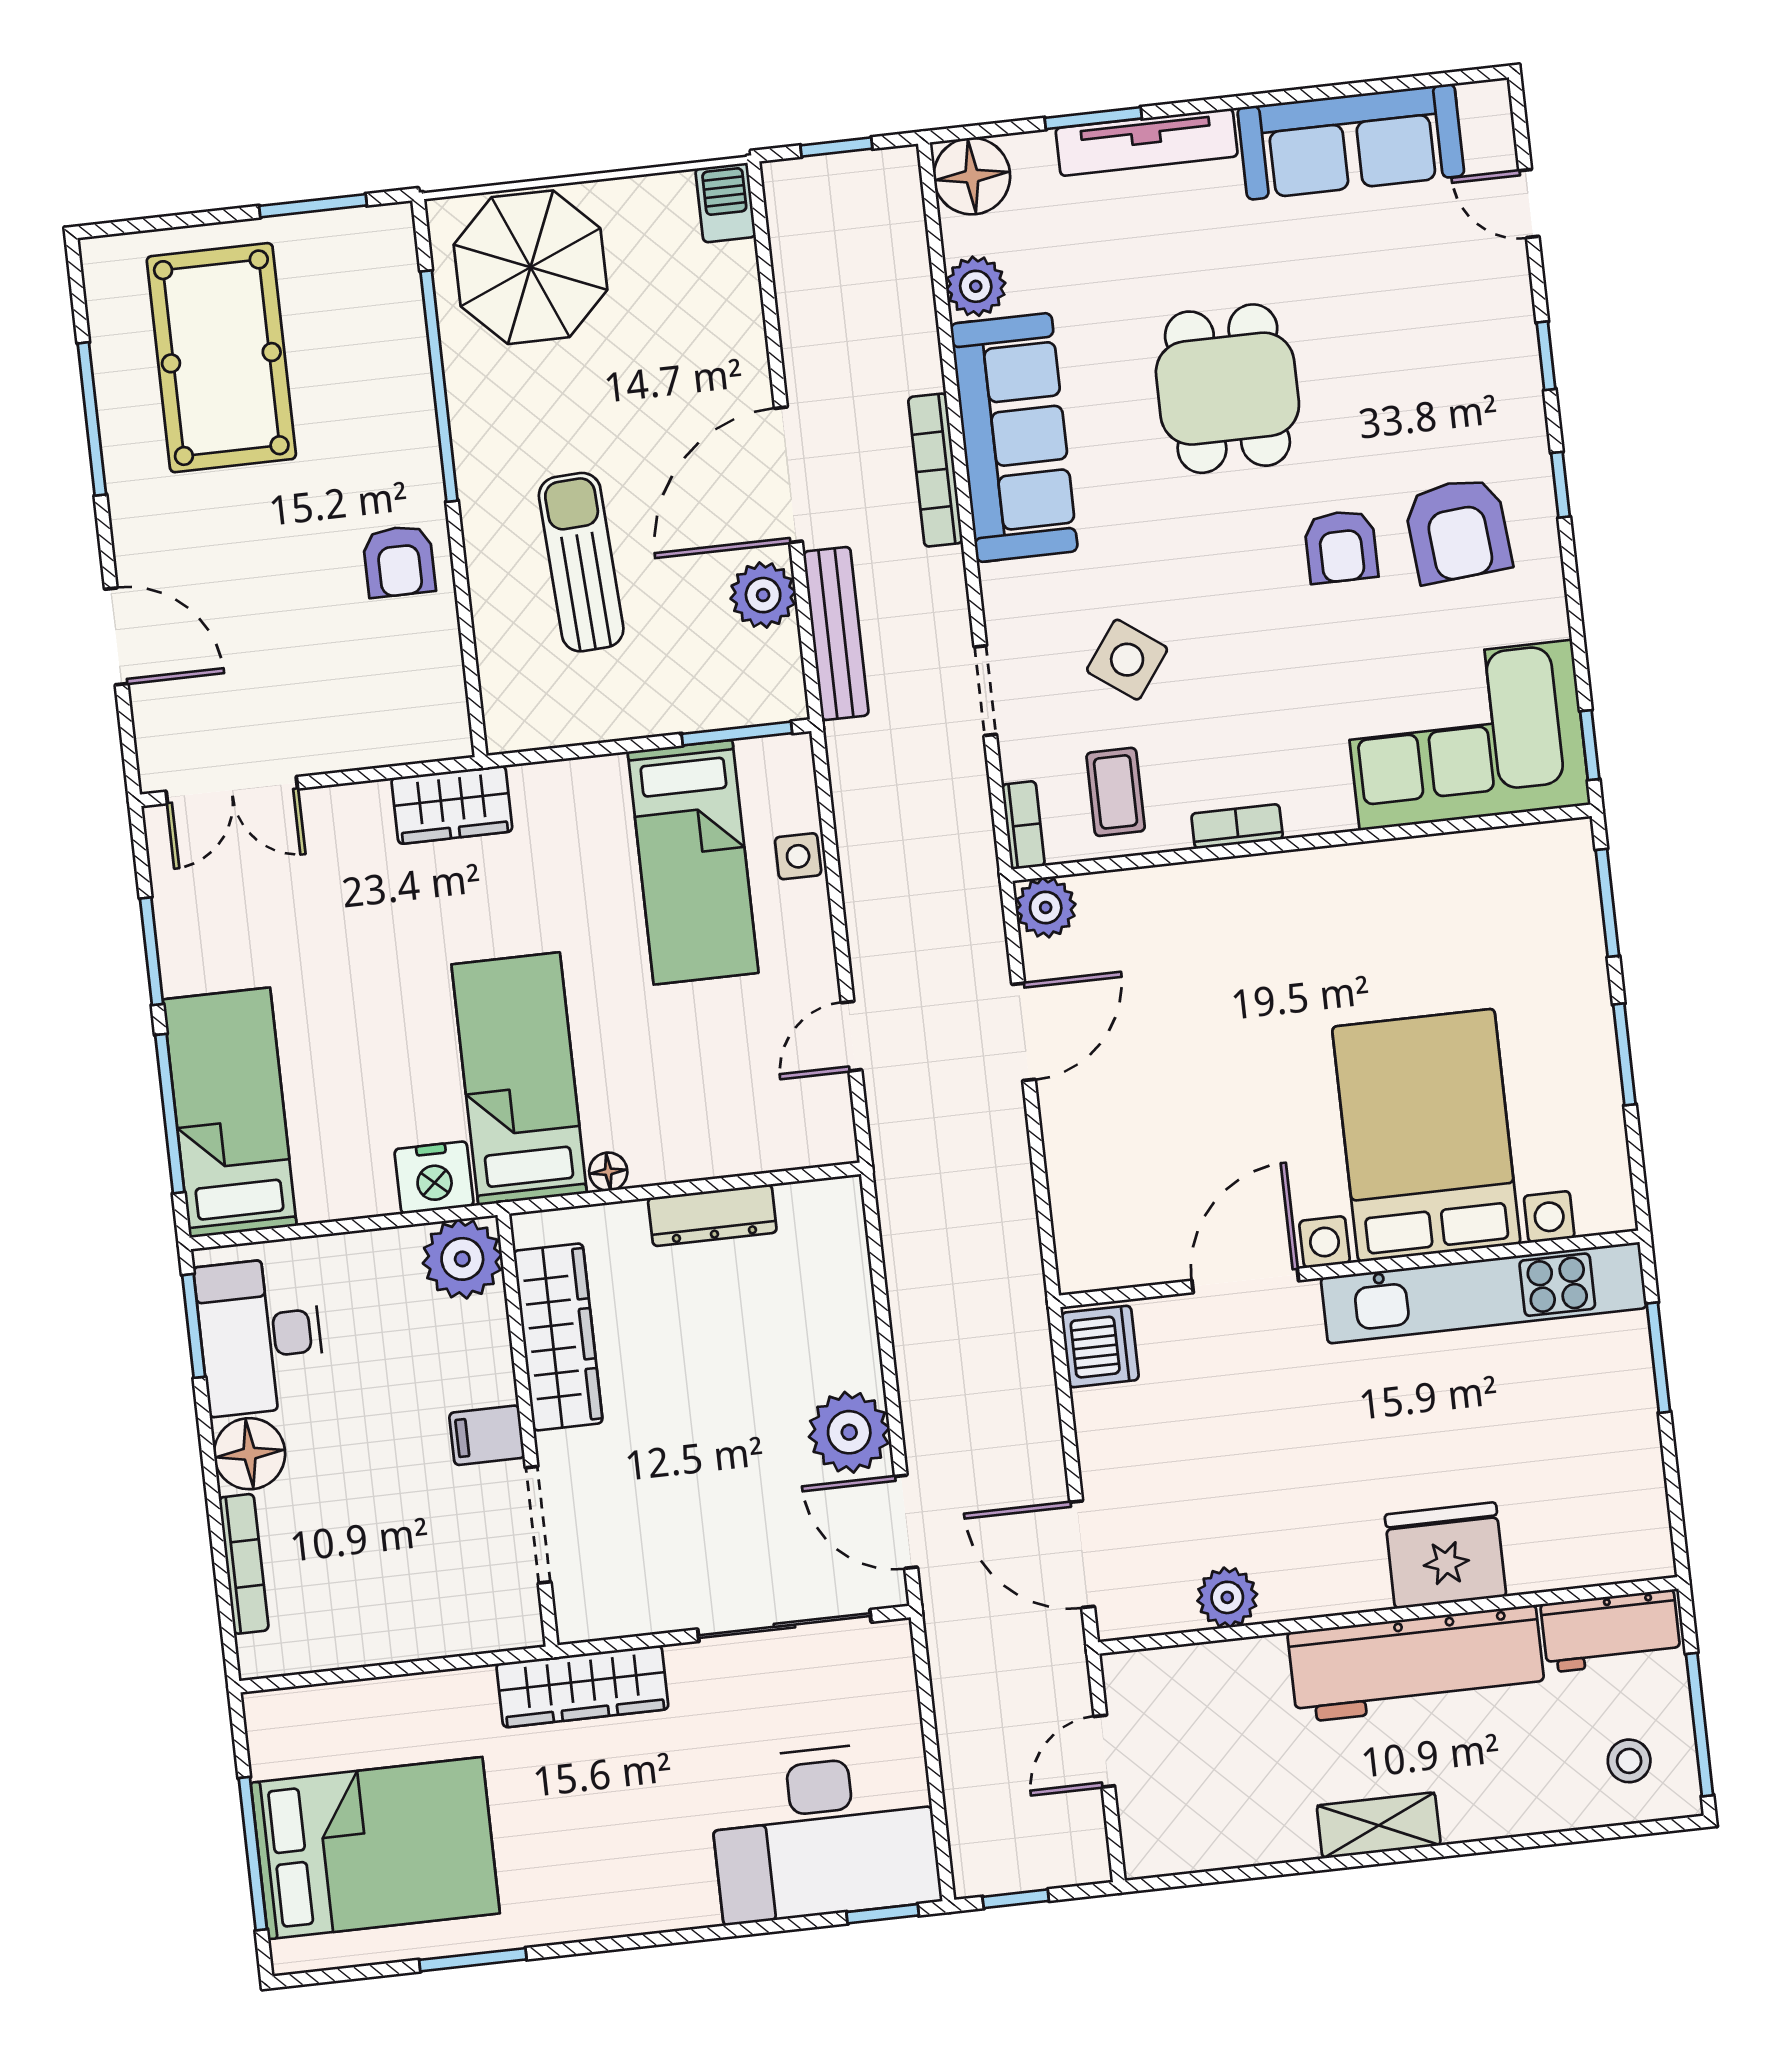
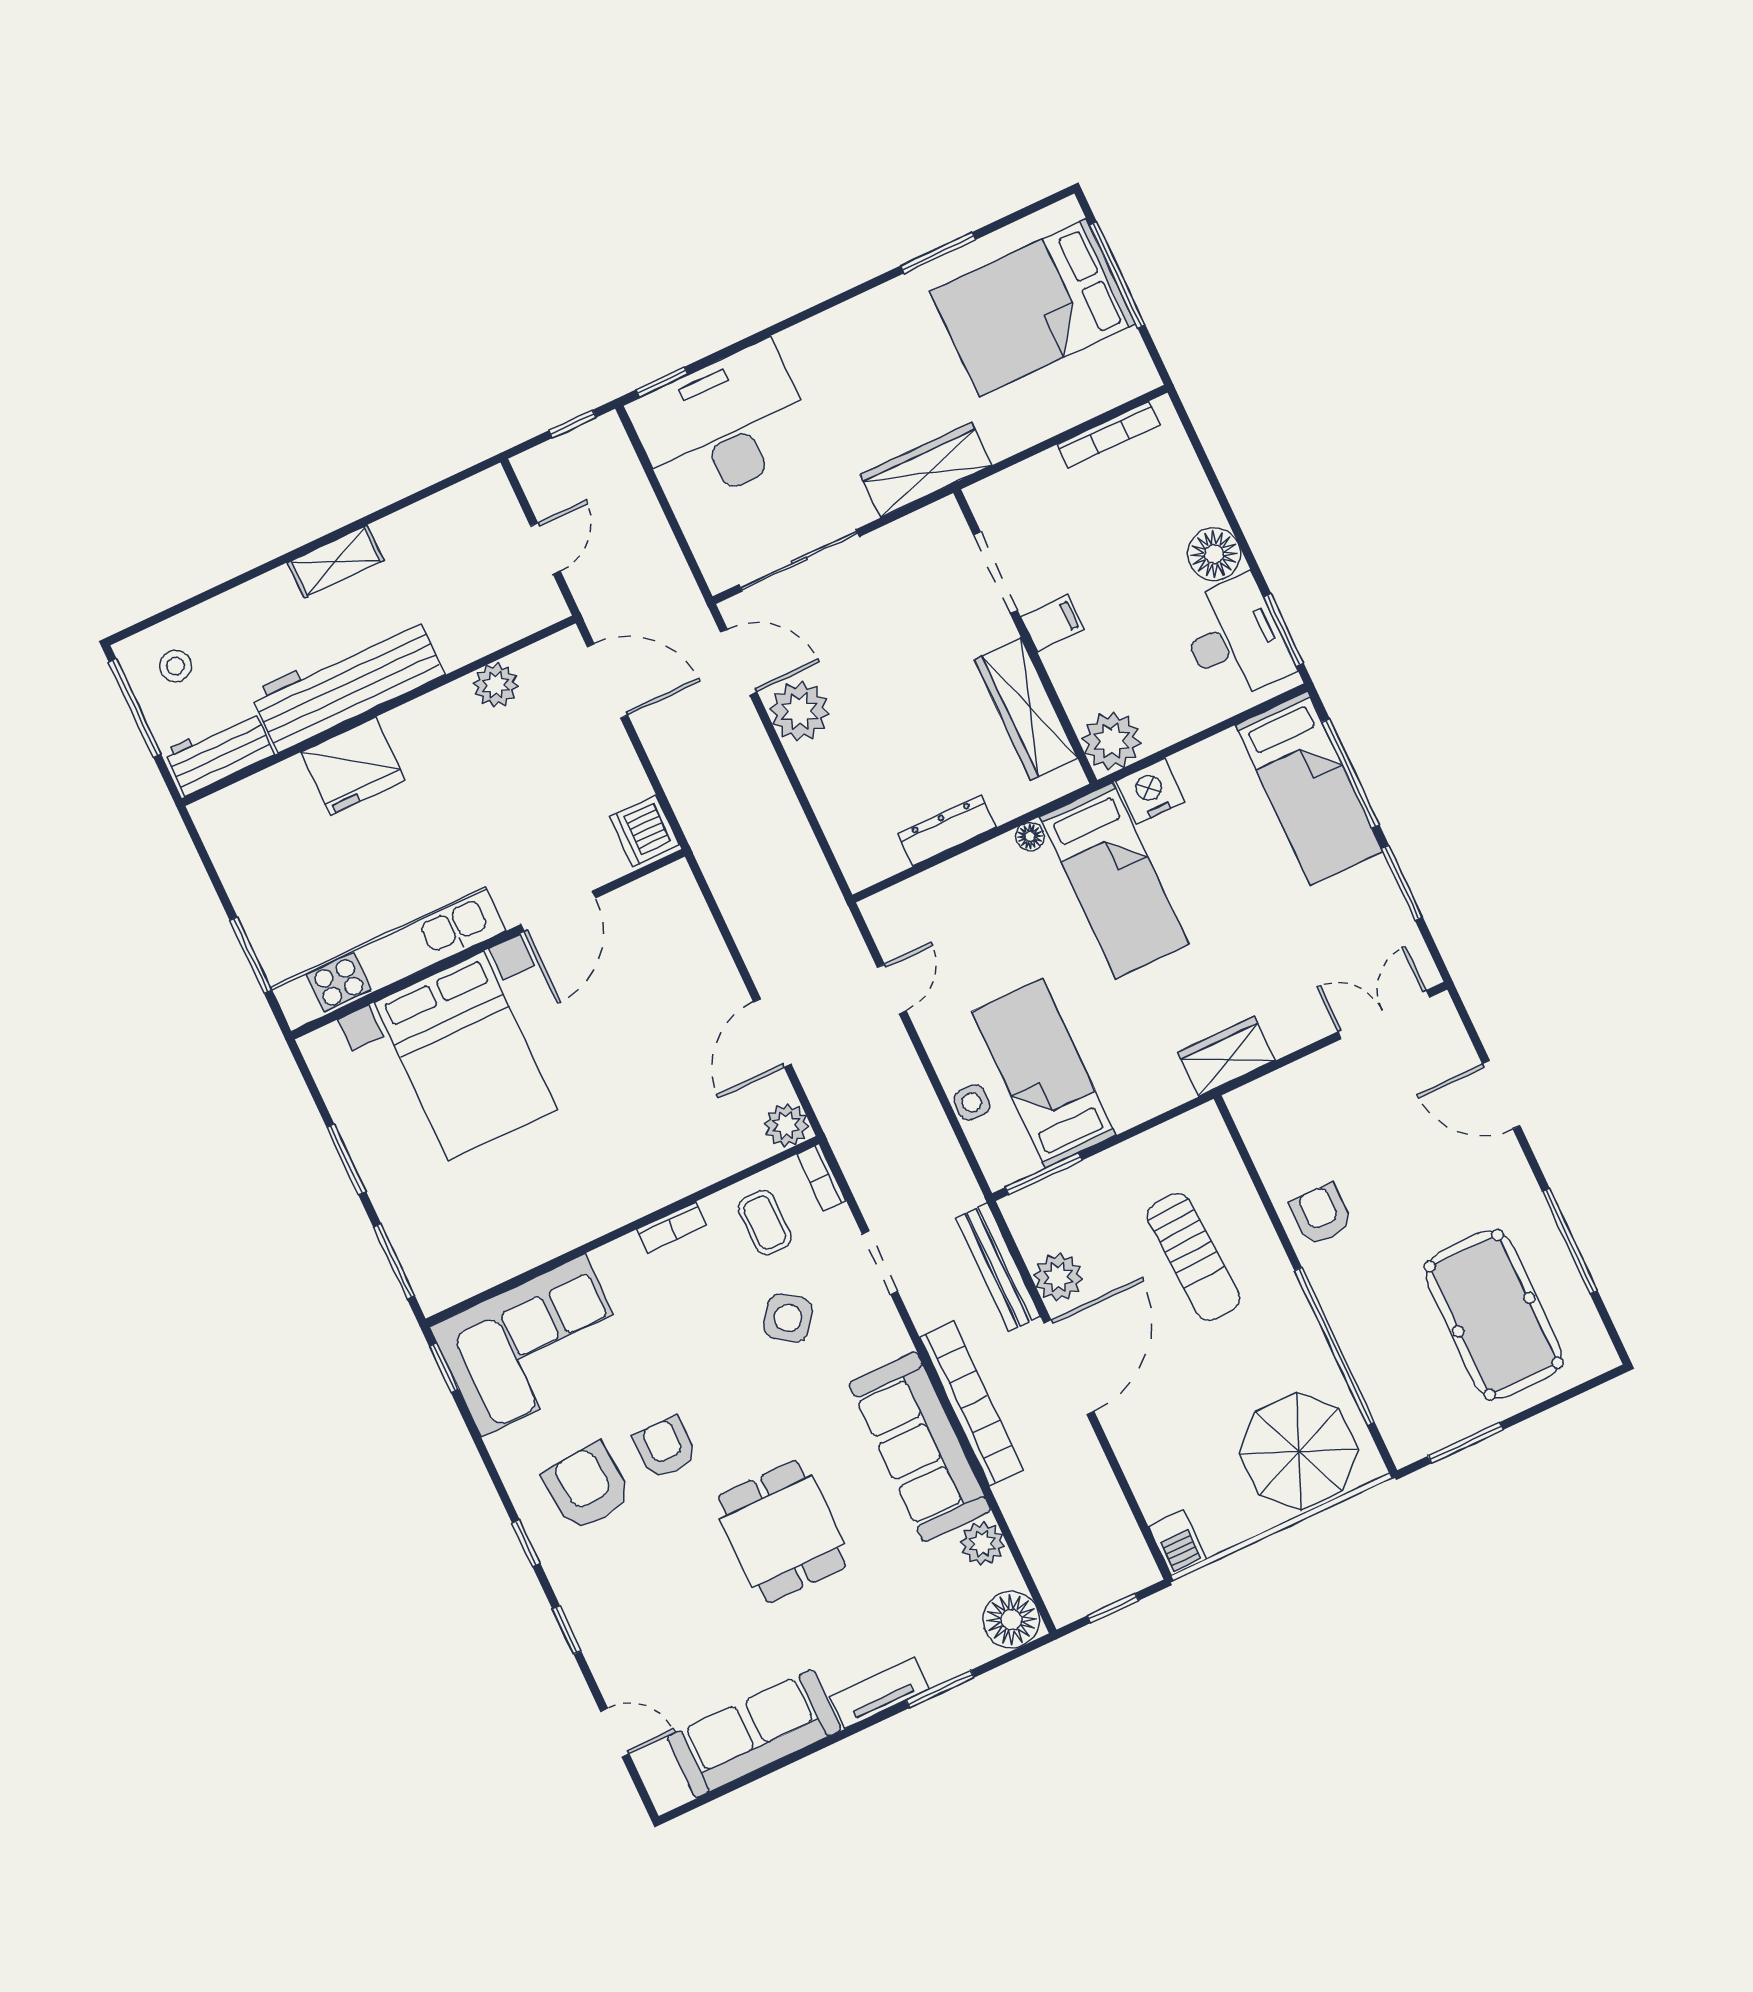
tv unit: (1147, 142) -> (880, 1693), width x0.71
bookcase: (935, 470) -> (971, 1403), width x1.48, depth x1.31
bookcase: (244, 1564) -> (1108, 435), moved, turned -90

